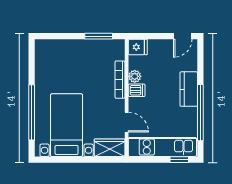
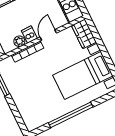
window: (32, 112) -> (71, 115), moved
door: (127, 122) -> (48, 35), moved

